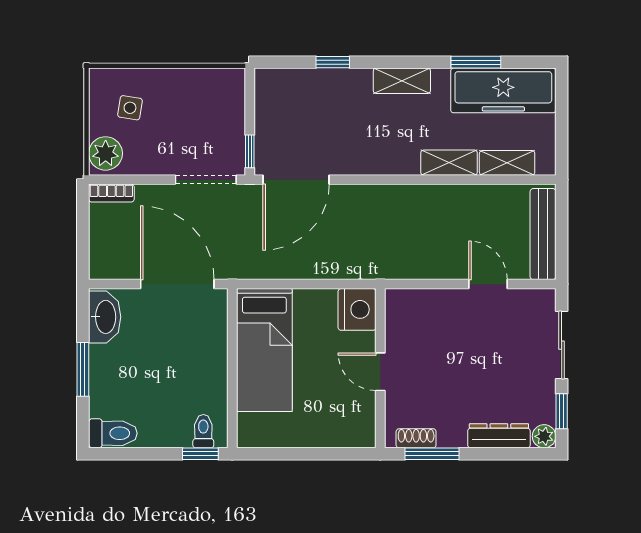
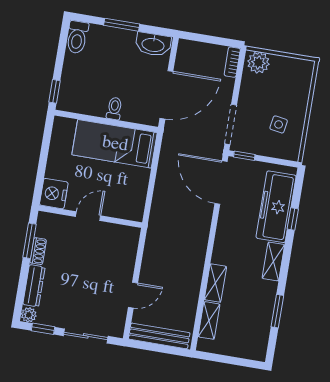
freezer: (503, 90) -> (276, 207), moved
side table: (130, 108) -> (279, 124), moved
nightstand: (357, 309) -> (54, 194), moved, turned 90
toilet: (203, 431) -> (114, 108), moved, turned -90
shoe rack: (416, 438) -> (38, 251), moved

